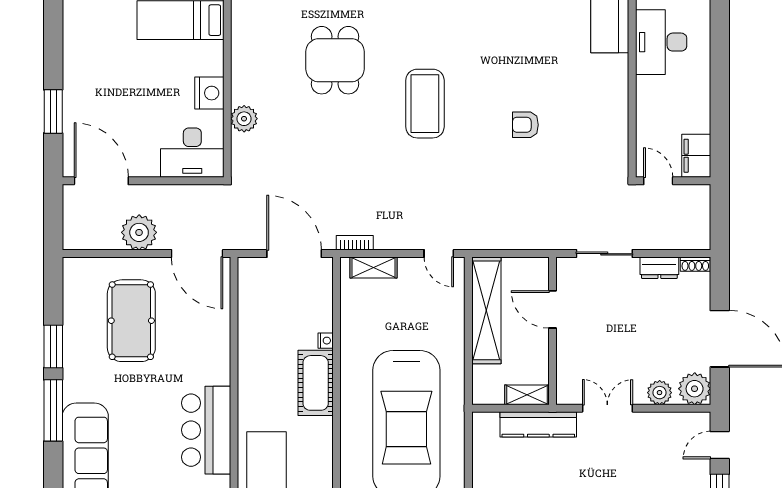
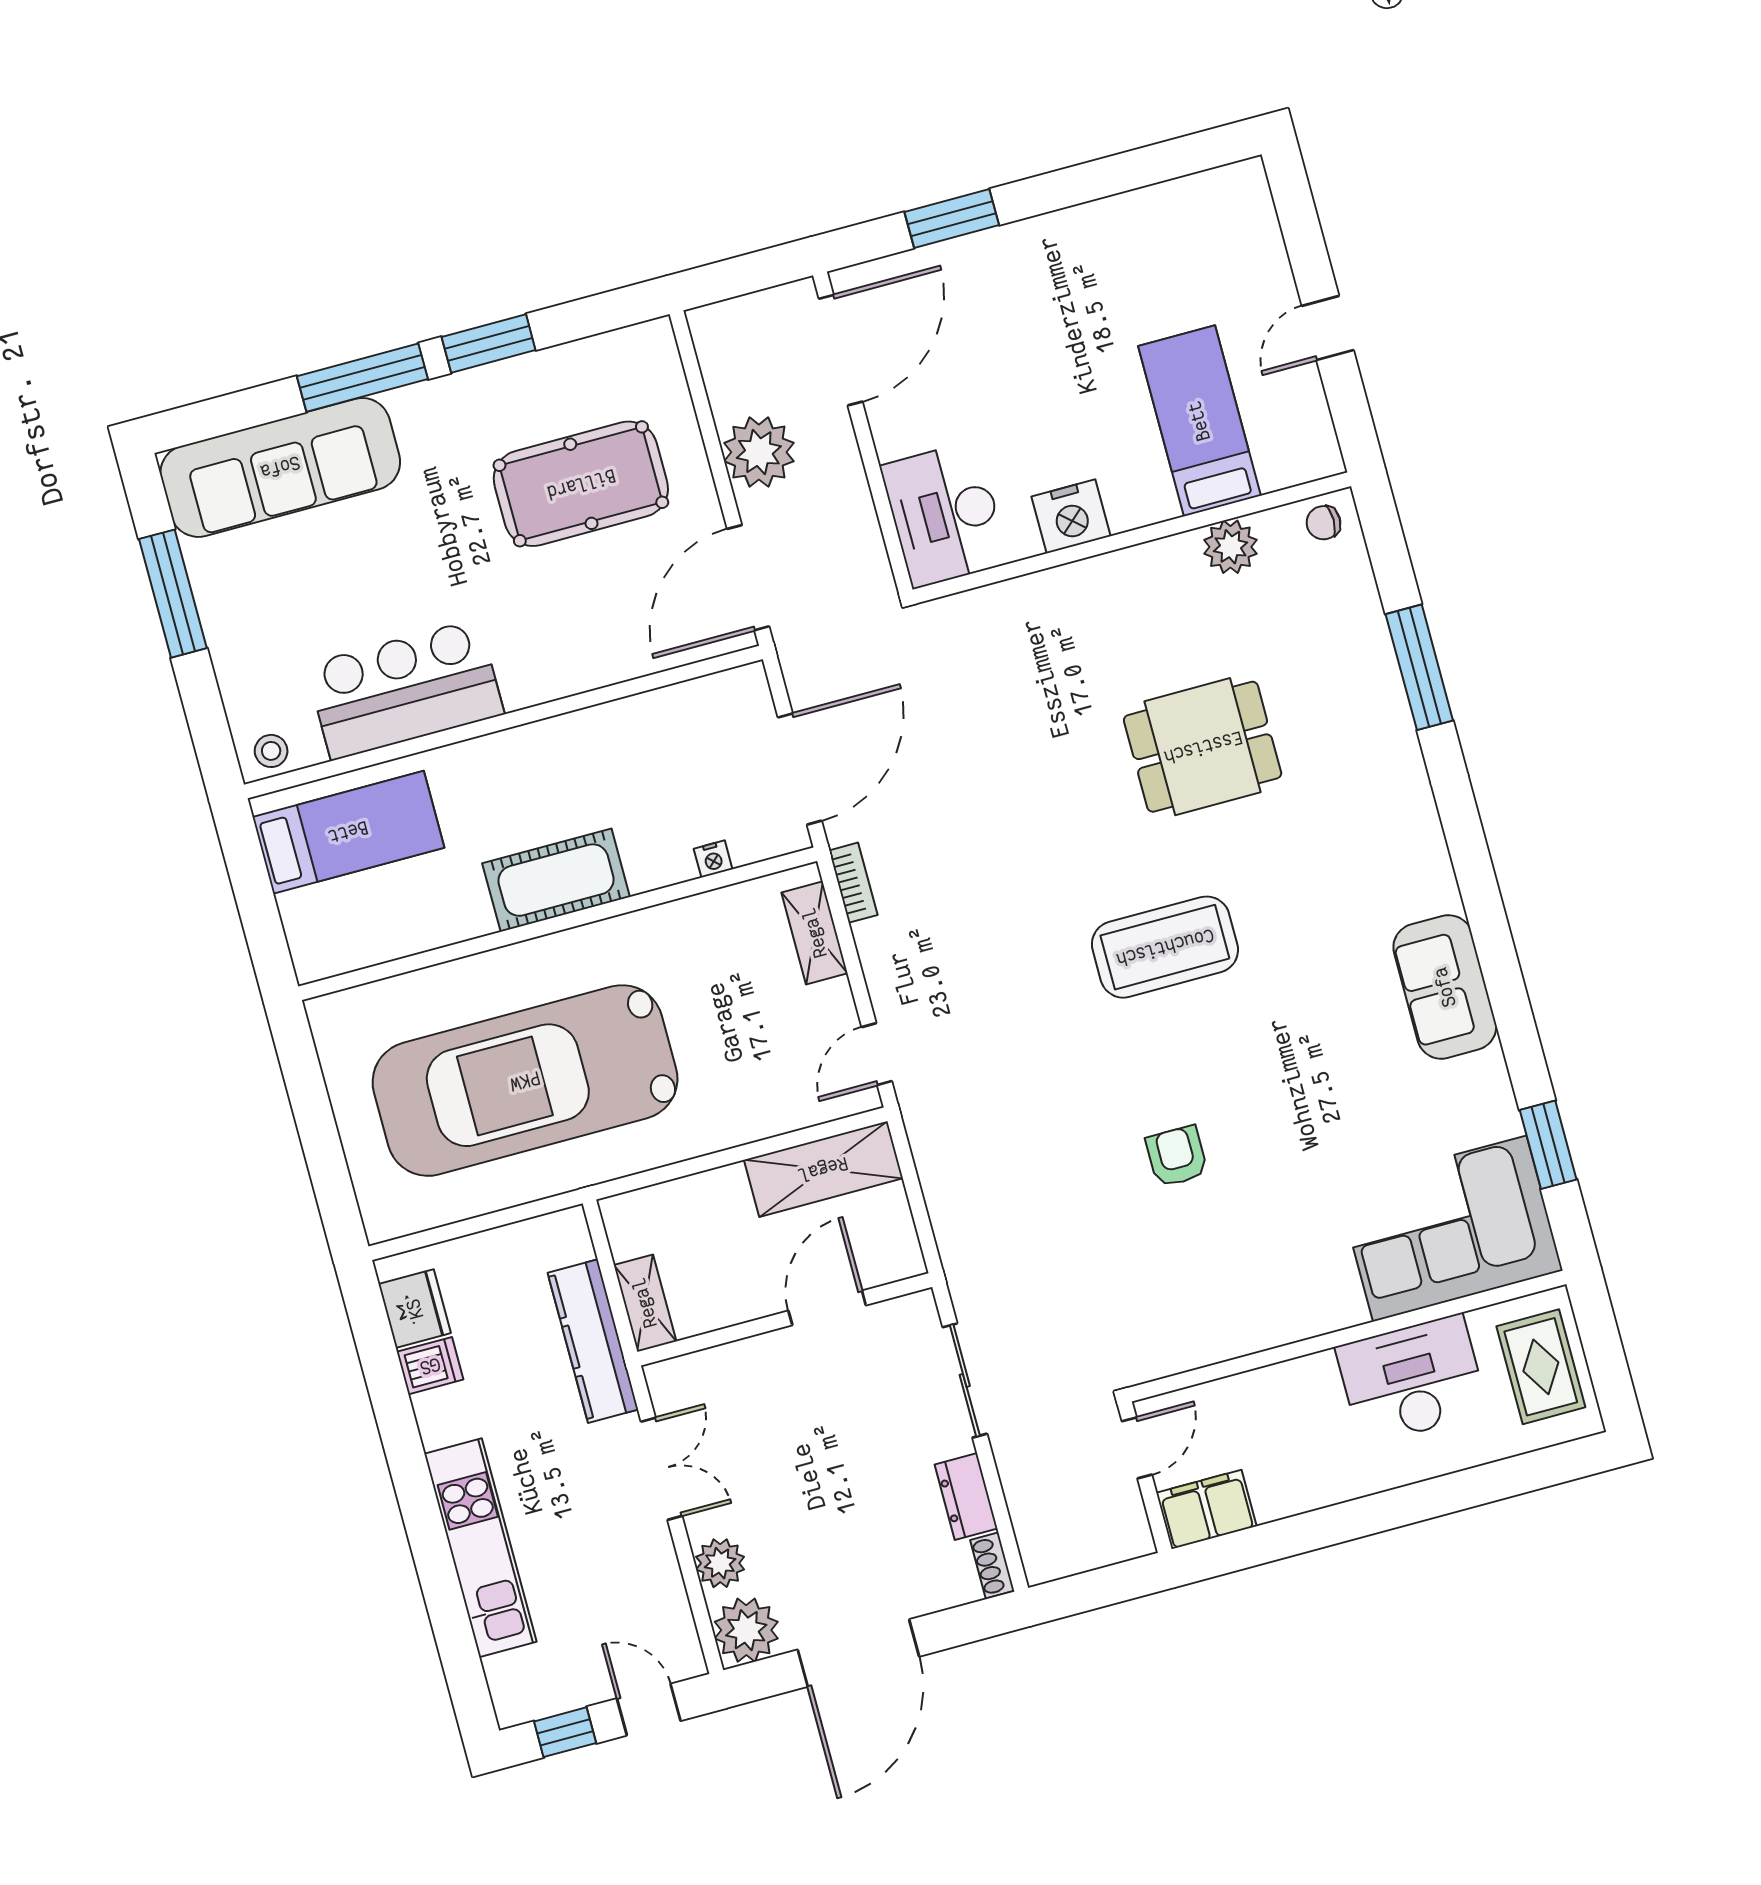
plant: (244, 119) -> (1230, 547), moved
shelving: (486, 310) -> (823, 1169), width x0.68
nightstand: (326, 341) -> (713, 859), moved

